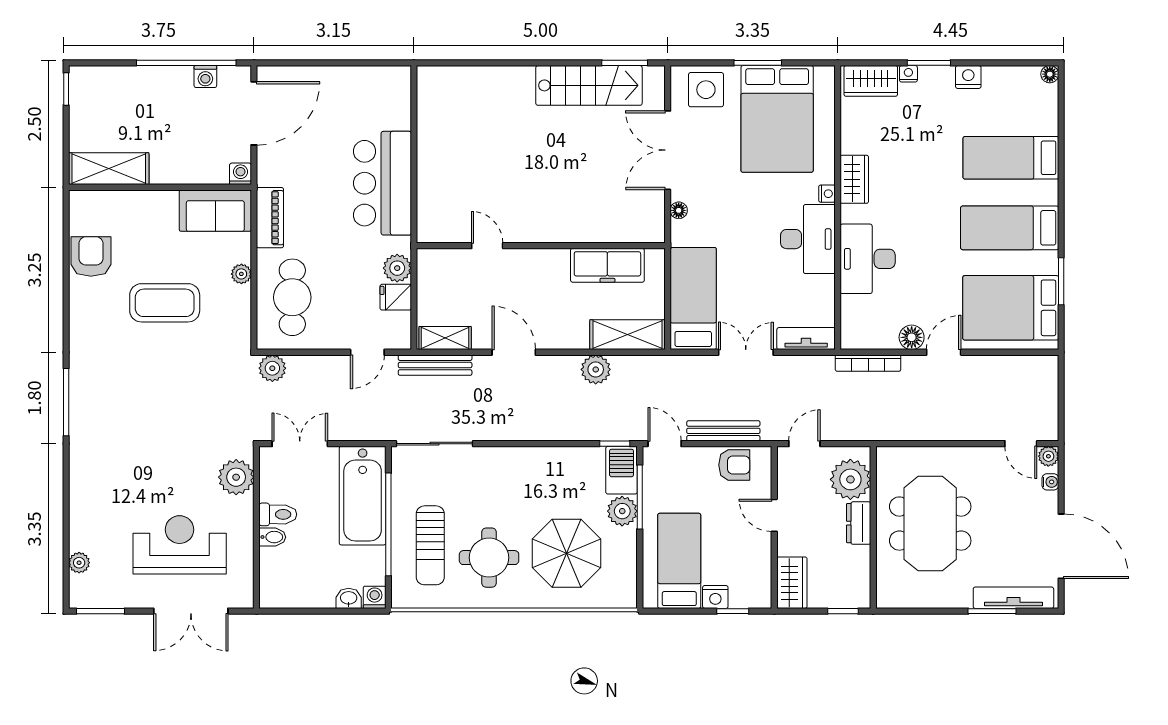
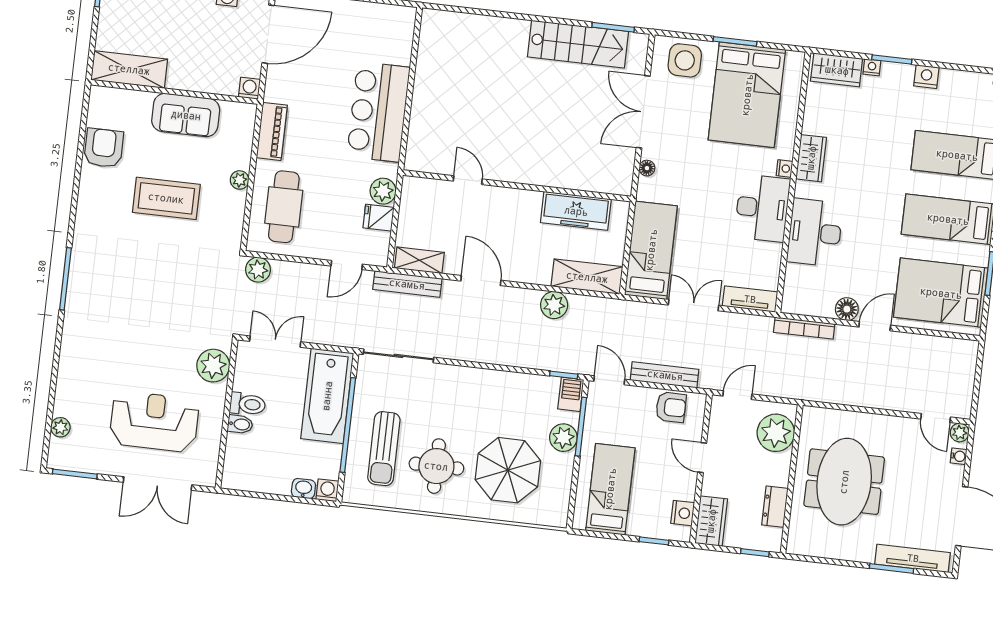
sofa: (215, 211) -> (186, 115), moved
barbecue: (622, 470) -> (571, 394), width x0.73, depth x0.79
dresser: (859, 523) -> (775, 507), moved
nightstand: (715, 597) -> (683, 513), moved, turned -90

